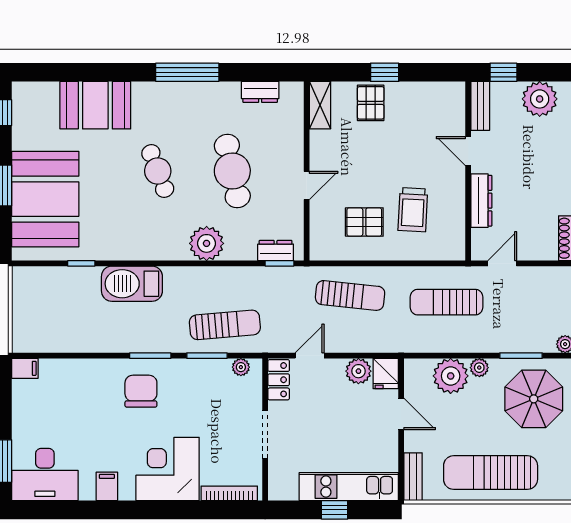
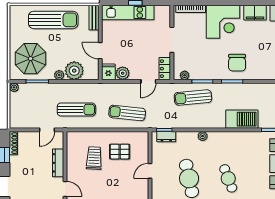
plant: (207, 243) -> (203, 136), width x0.53, depth x0.53
filing cabinet: (107, 486) -> (255, 13), width x2.00

